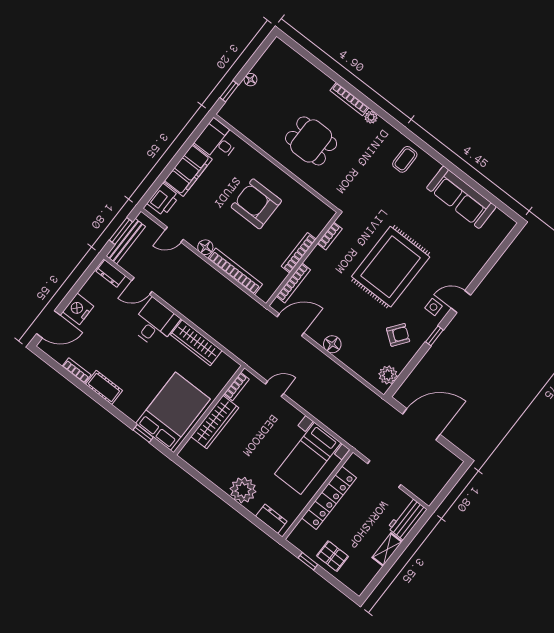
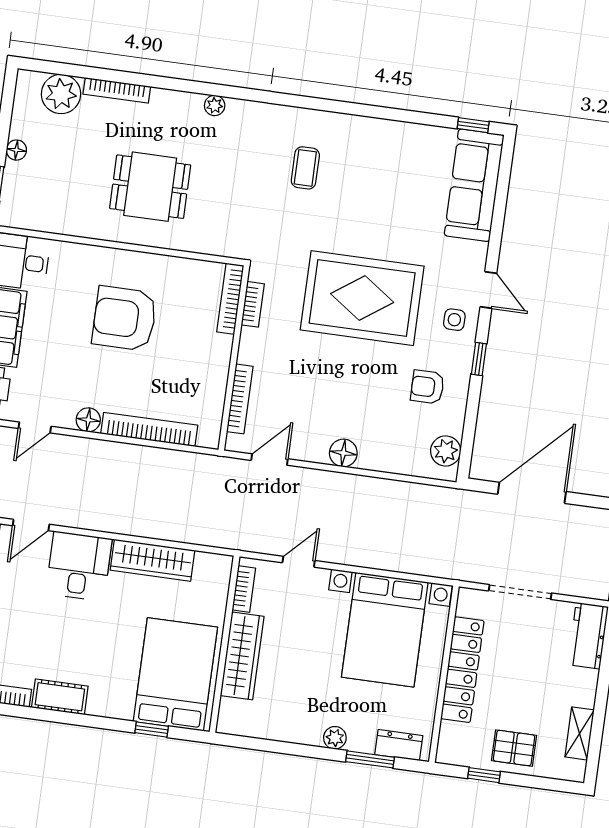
plant: (292, 63) -> (61, 94), added
bookcase: (349, 99) -> (117, 90), moved
coffee table: (405, 159) -> (305, 168), moved
sofa: (461, 197) -> (474, 185), moved, turned 90
window: (504, 208) -> (473, 125), added
bookcase: (299, 253) -> (230, 299), moved
rug: (391, 267) -> (362, 298), turned 90
door: (461, 302) -> (488, 290), swing flipped
door: (290, 325) -> (269, 460), width x0.73
armchair: (398, 335) -> (427, 387), turned -127
bed with nightstands: (308, 458) -> (385, 630), width x1.36
plant: (243, 490) -> (335, 738), width x0.53, depth x0.53
window: (251, 517) -> (370, 759), added
shelving: (387, 550) -> (580, 733), moved

